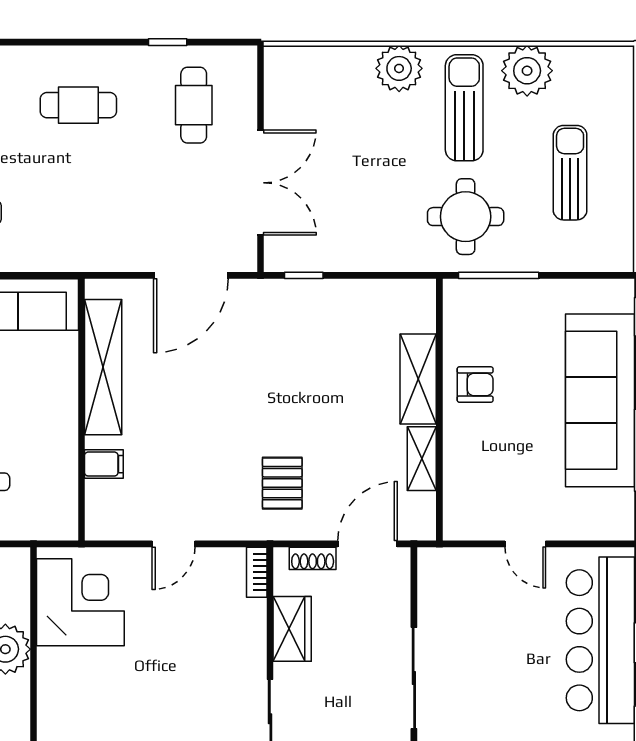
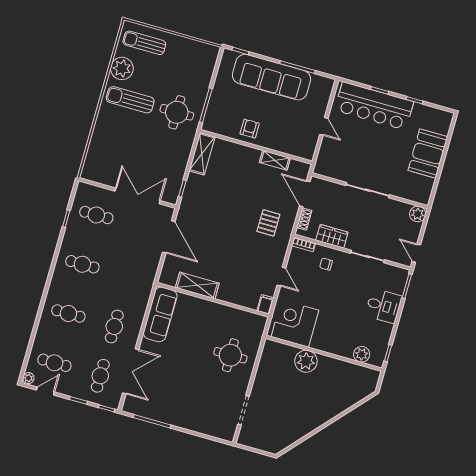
plant: (399, 68) -> (105, 123), removed
cafe table: (78, 105) -> (82, 264), turned 90
sun lounger: (570, 173) -> (144, 43), moved
shelving: (103, 367) -> (197, 285), width x0.68
shelving: (418, 379) -> (202, 154), moved, turned 90
filing cabinet: (104, 464) -> (265, 304), moved
pallet: (282, 483) -> (268, 223), turned 90
door: (525, 544) -> (324, 126), hinge flipped
chair: (228, 633) -> (326, 264), added

